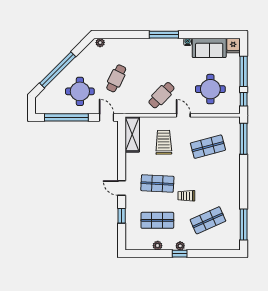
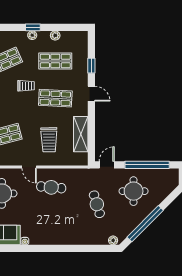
window: (164, 35) -> (49, 248), removed
window: (58, 70) -> (145, 224), moved
cafe table: (116, 78) -> (97, 204), turned -43
cafe table: (161, 95) -> (51, 187), turned 51
door: (106, 117) -> (107, 165), swing flipped
shelving: (132, 134) -> (81, 134), moved

